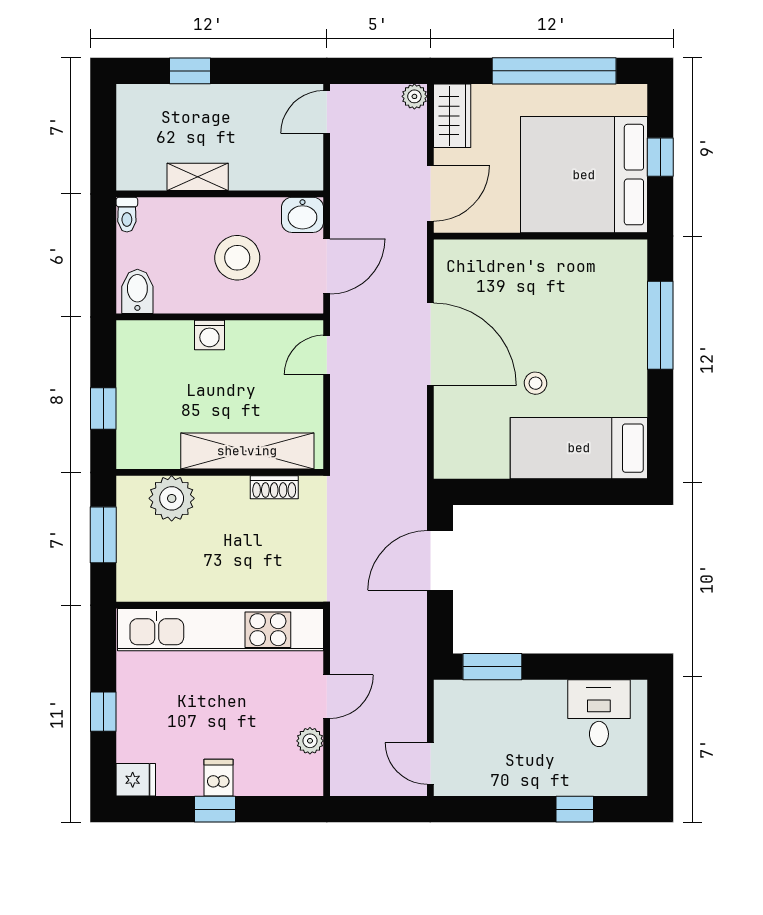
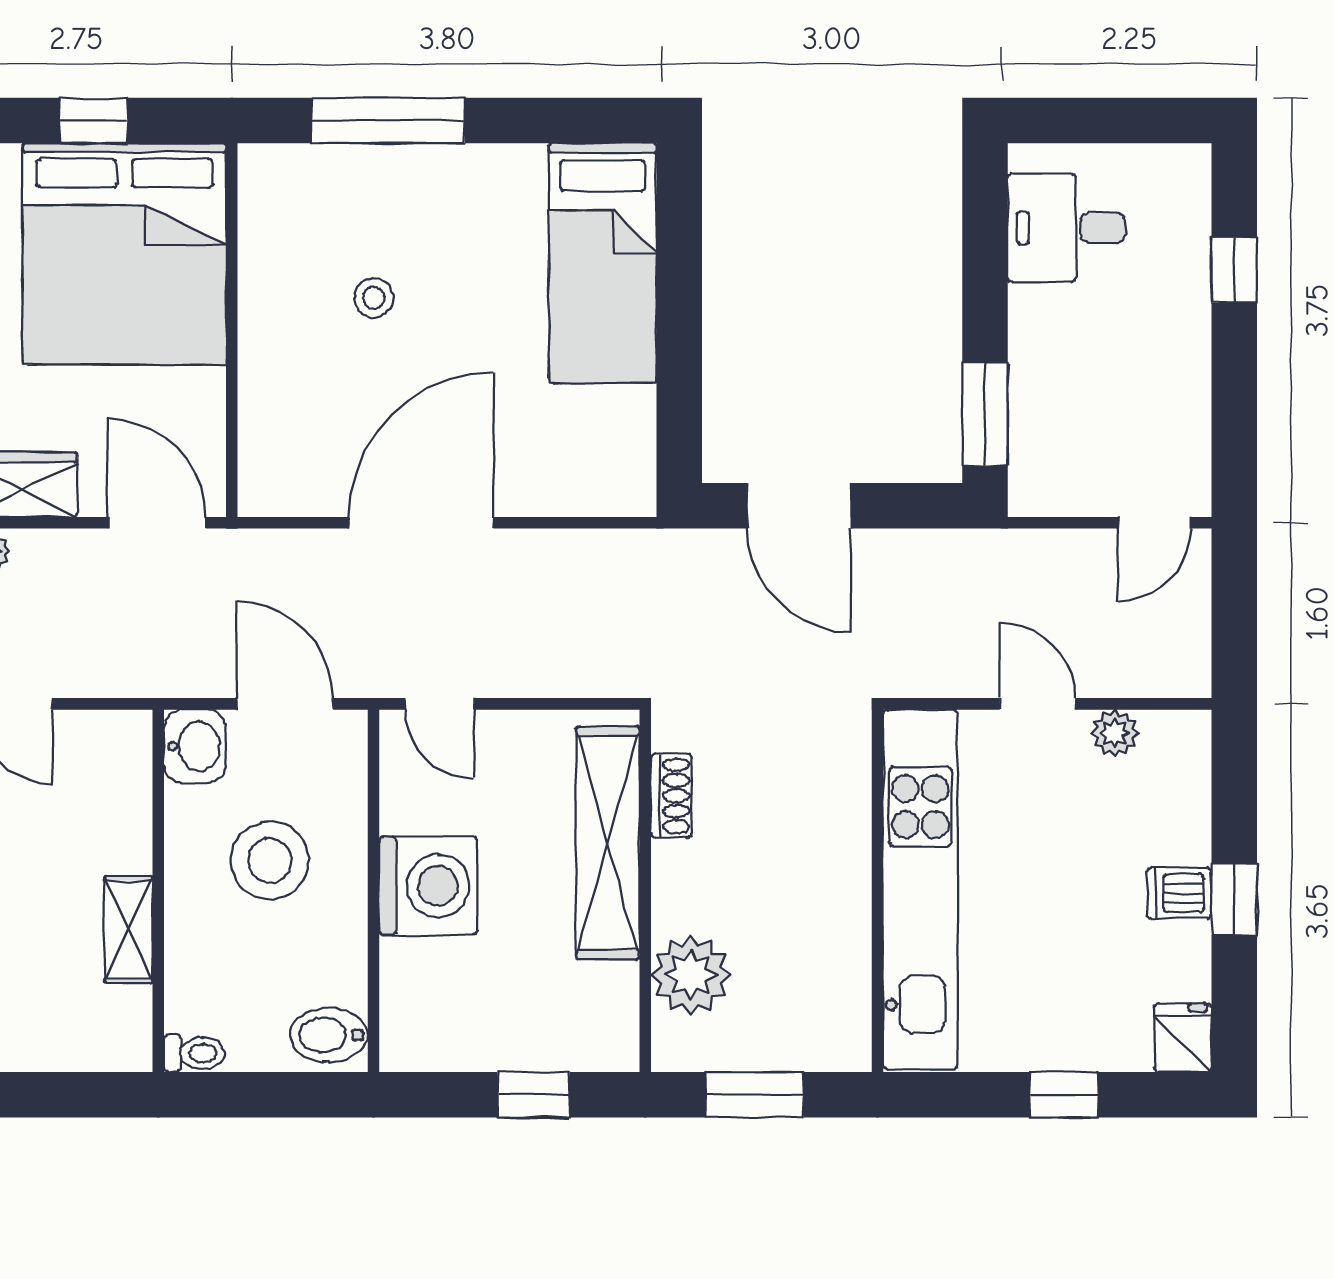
washing machine: (209, 335) -> (428, 886), width x1.89, depth x1.89
stool: (536, 383) -> (374, 298), moved

